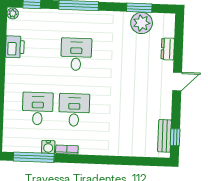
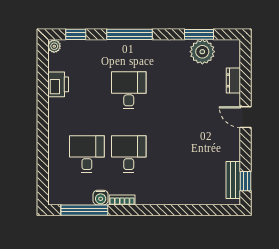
door: (177, 81) -> (246, 117), swing flipped

